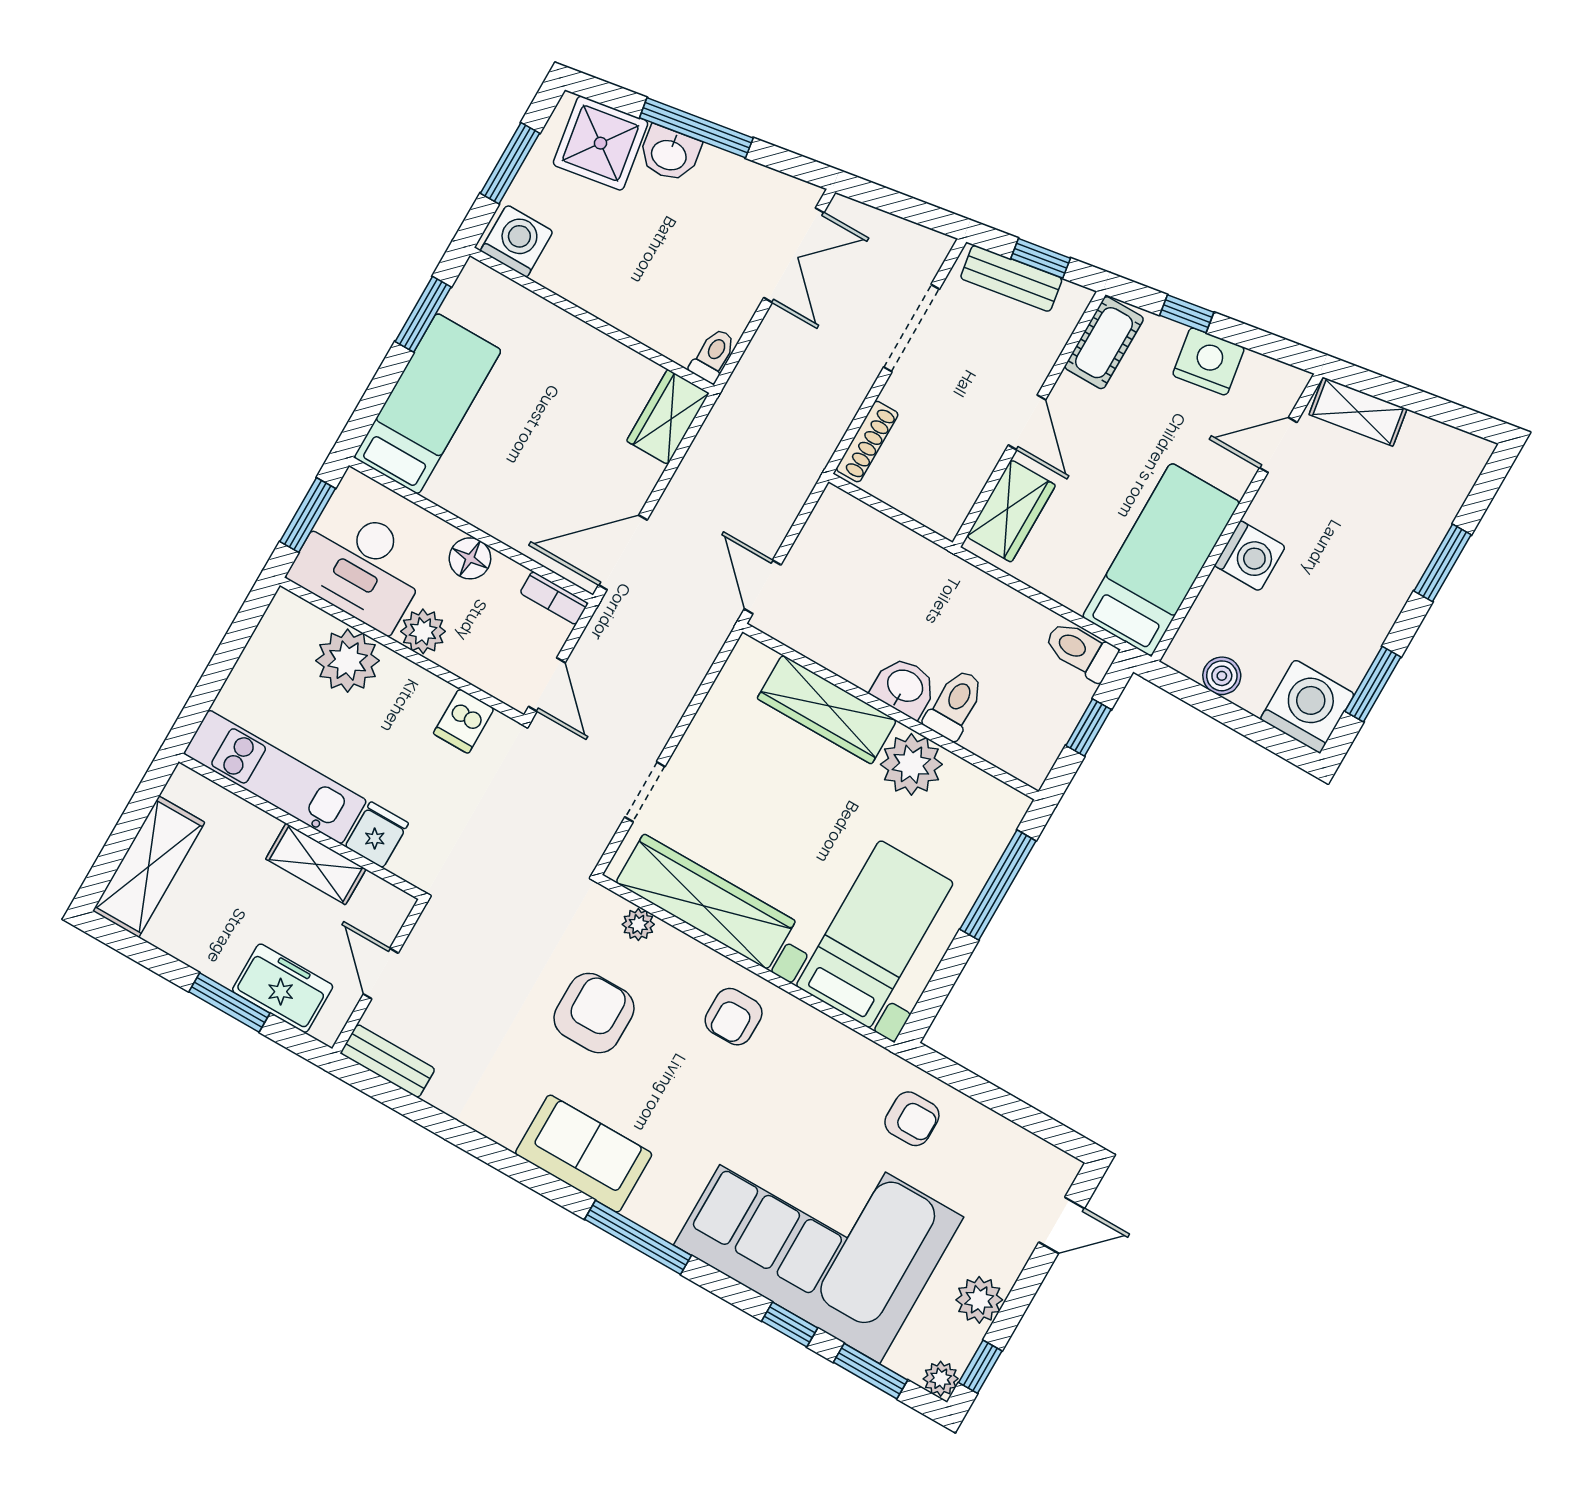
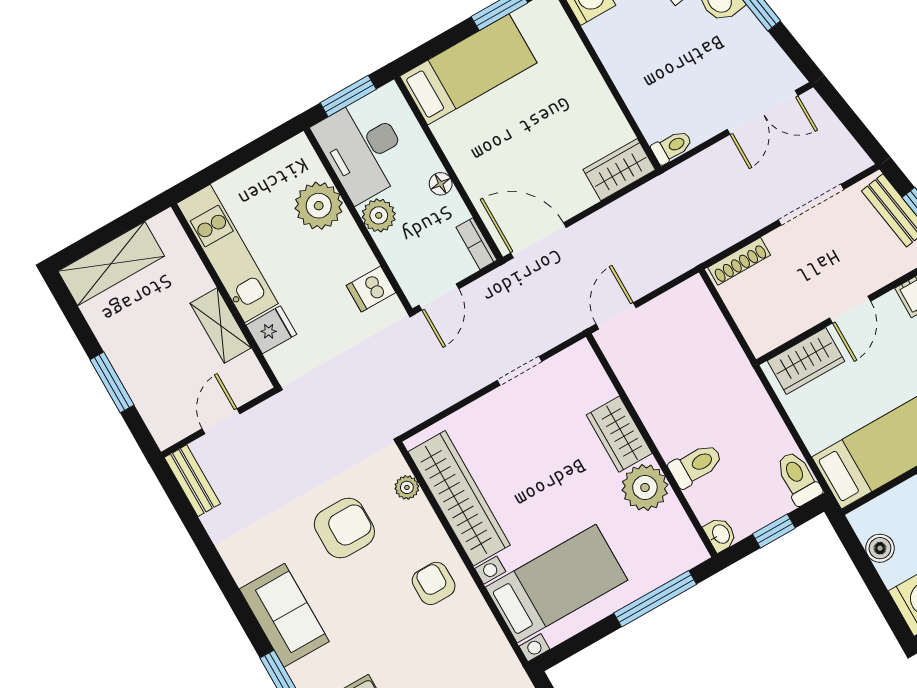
floor lamp: (470, 558) -> (441, 184), width x0.73, depth x0.73
washbasin: (904, 687) -> (720, 534), moved, width x0.72, depth x0.69
wardrobe: (827, 709) -> (619, 434), width x0.67
doorway: (645, 792) -> (519, 371), moved
freezer: (283, 988) -> (152, 393), removed
armchair: (734, 1017) -> (434, 583), turned 90

